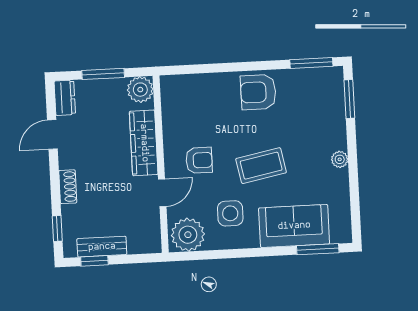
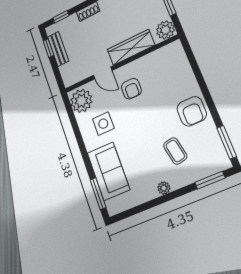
armchair: (258, 92) -> (192, 111), turned 180
coffee table: (261, 166) -> (175, 151), moved, width x0.73, depth x0.77

